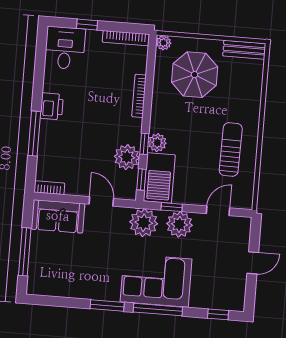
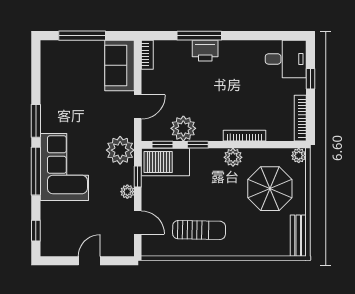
printer: (52, 106) -> (205, 51), moved
plant: (157, 143) -> (233, 157), moved
plant: (179, 224) -> (127, 192), width x0.53, depth x0.53
door: (253, 263) -> (89, 261), swing flipped

